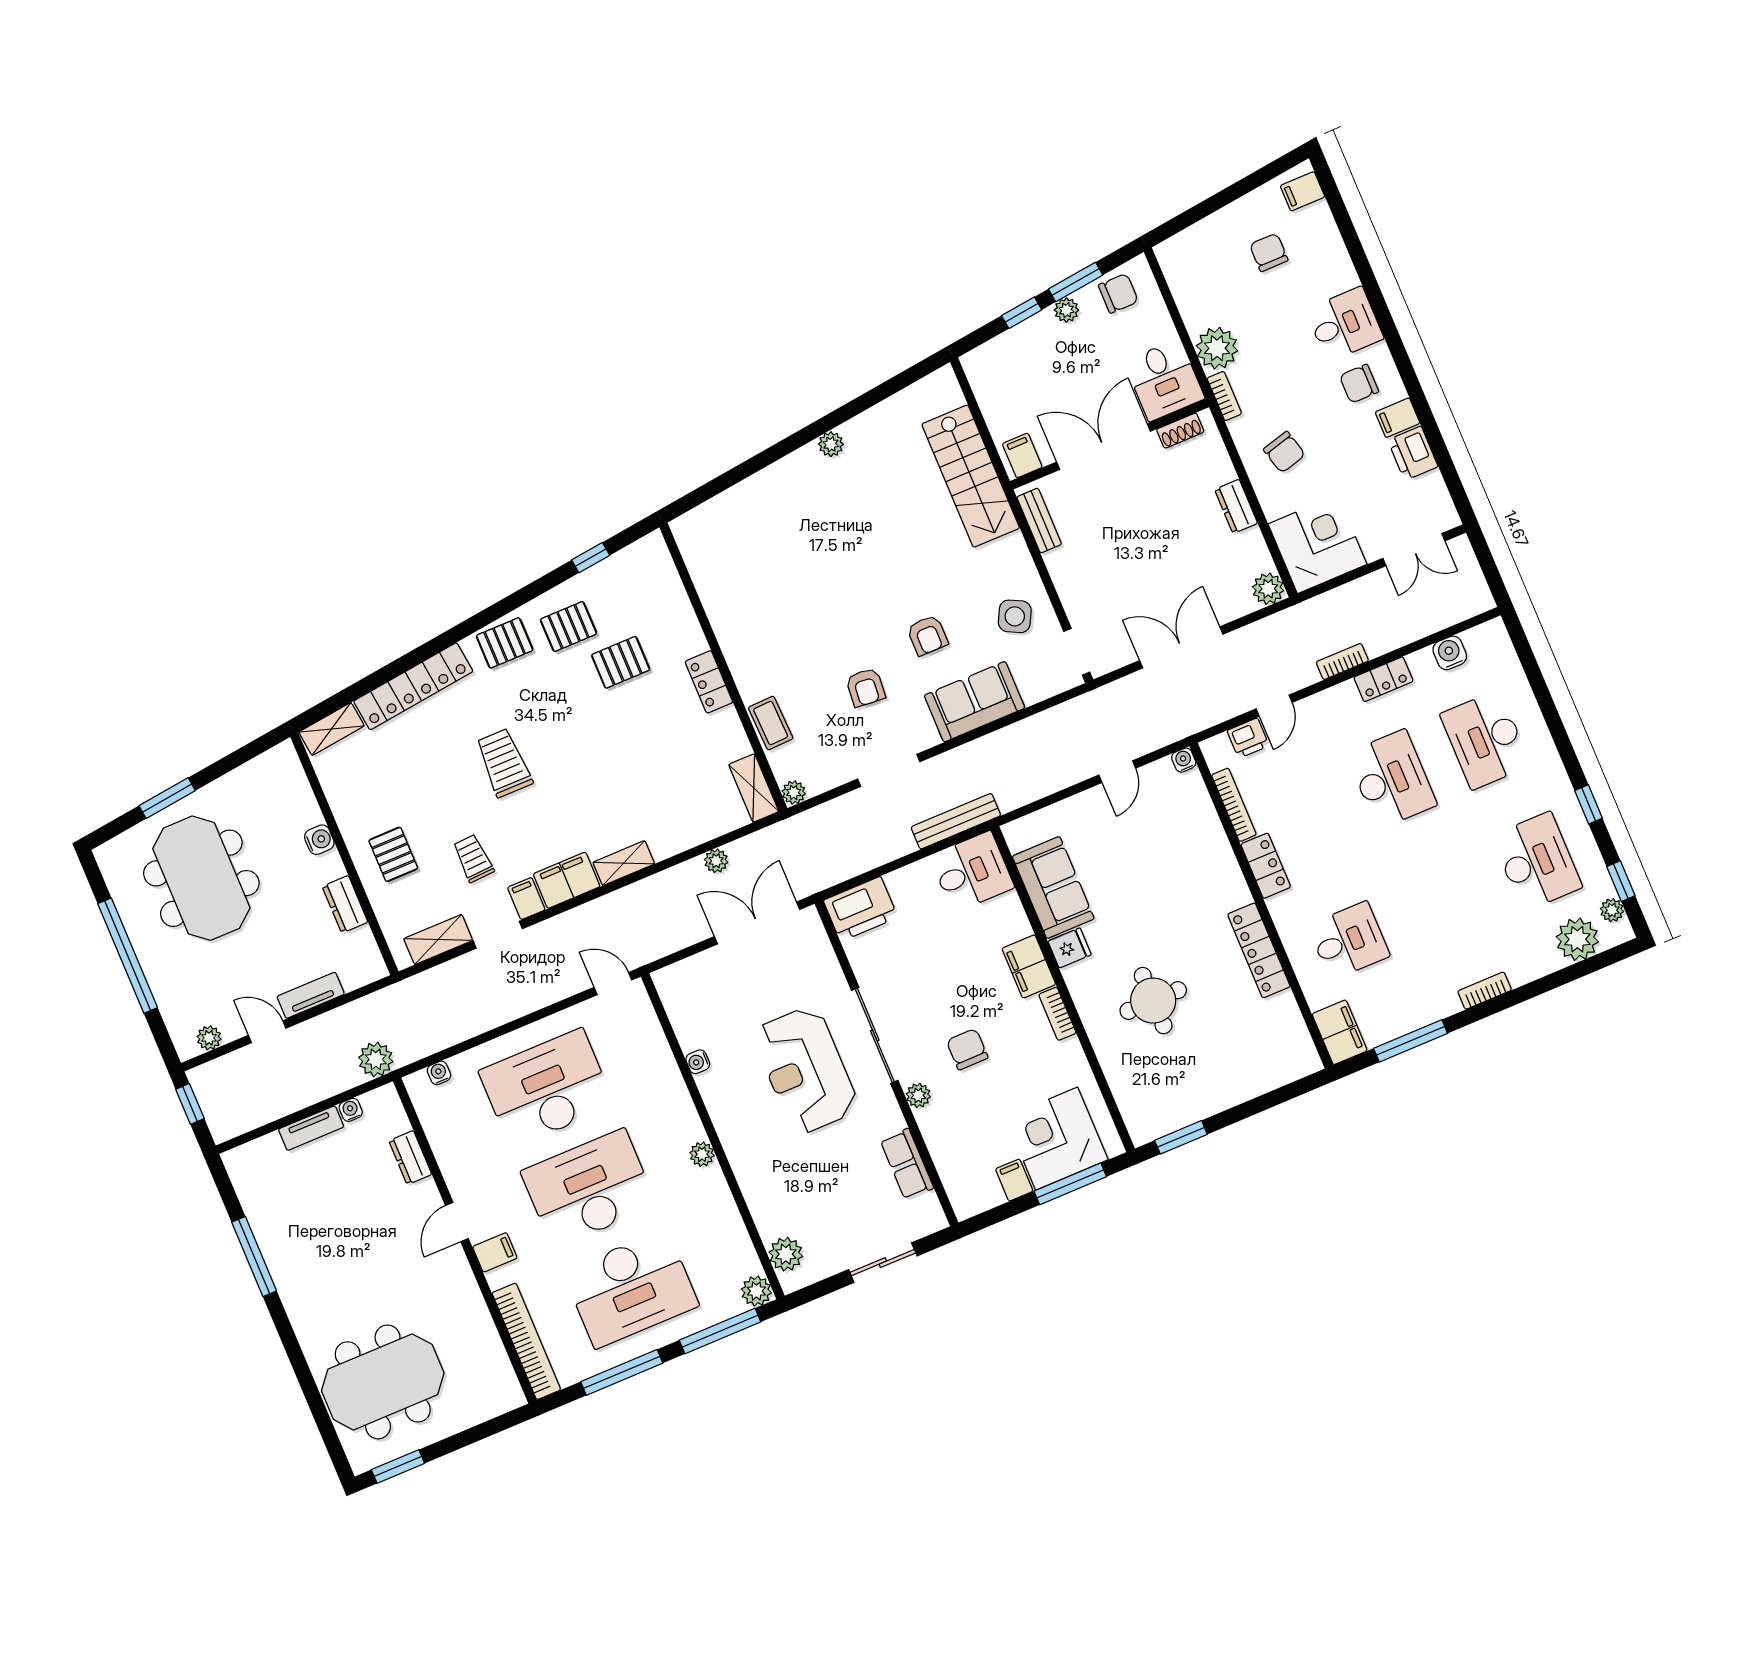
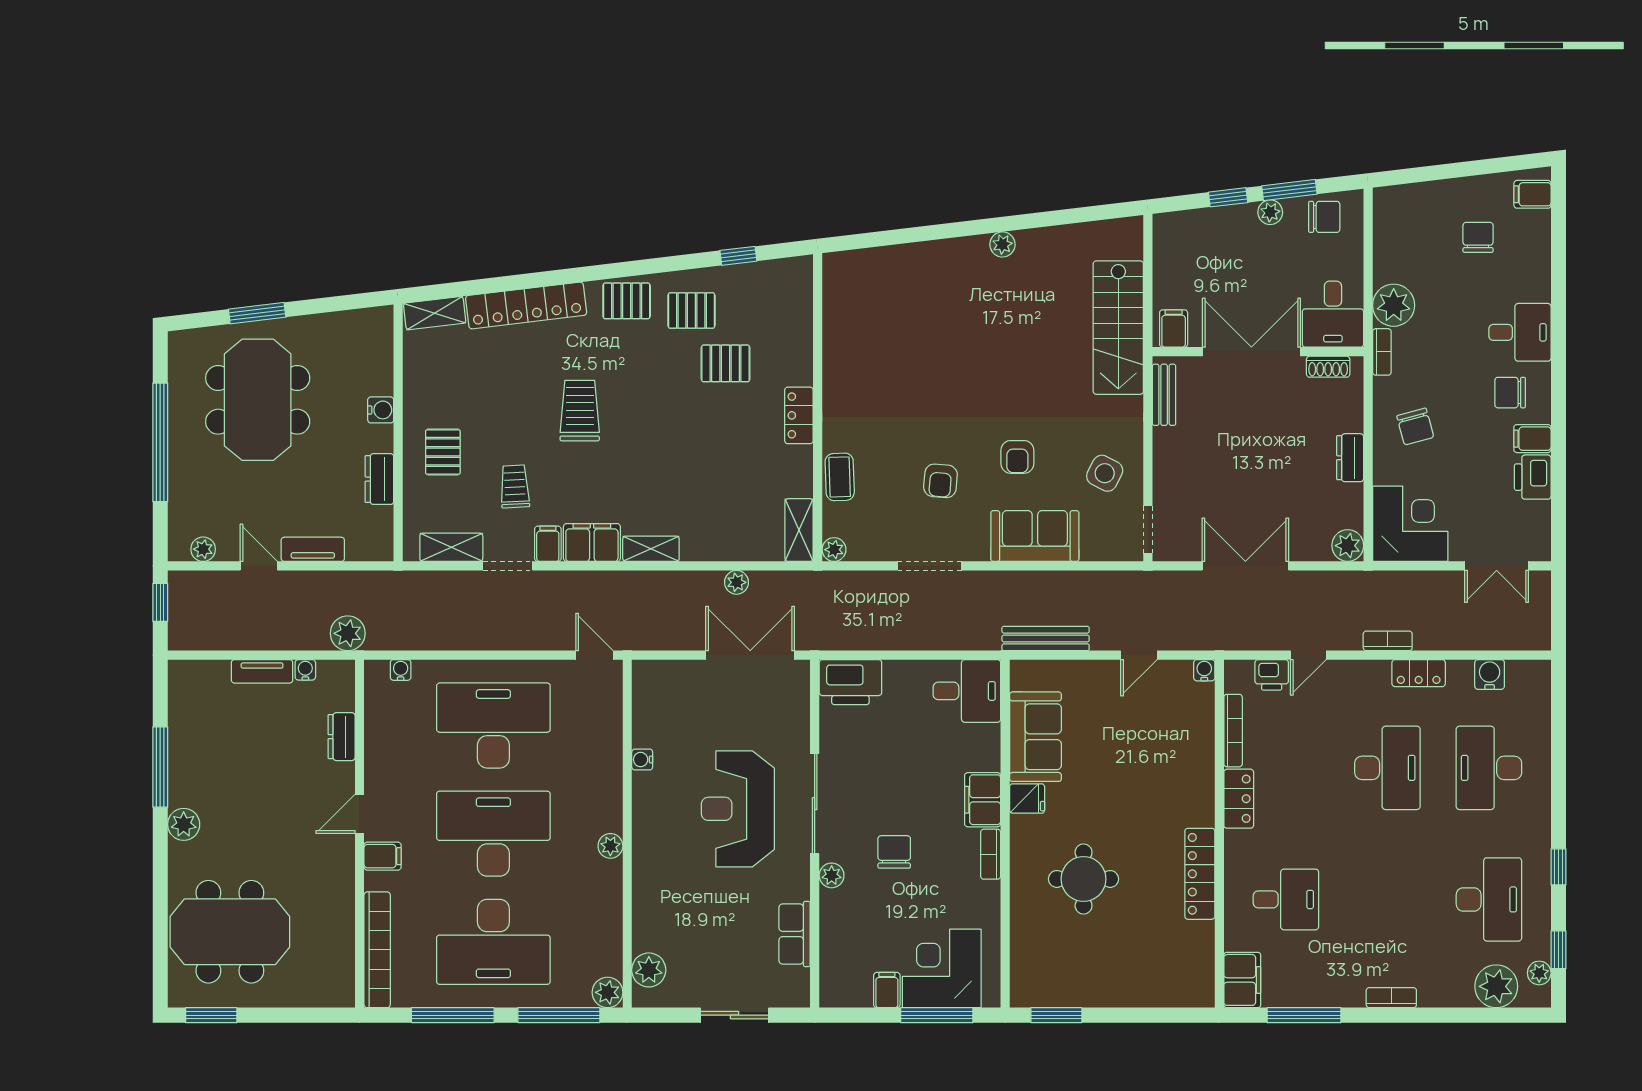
bench: (956, 821) -> (1046, 638), moved
plant: (298, 1300) -> (184, 824), added

